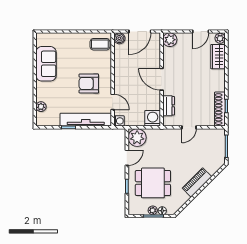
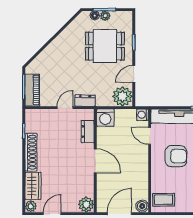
shoe rack: (220, 109) -> (31, 152), moved
dresser: (171, 134) -> (85, 101), added
piano: (197, 182) -> (32, 90), moved, turned -45

